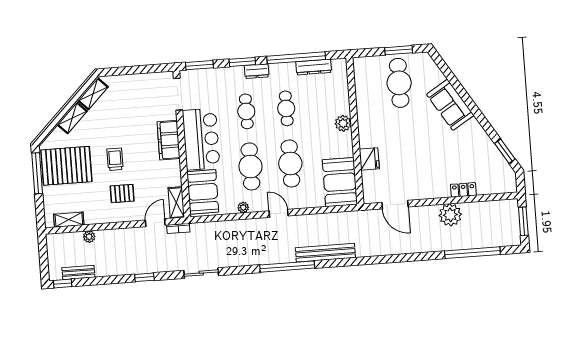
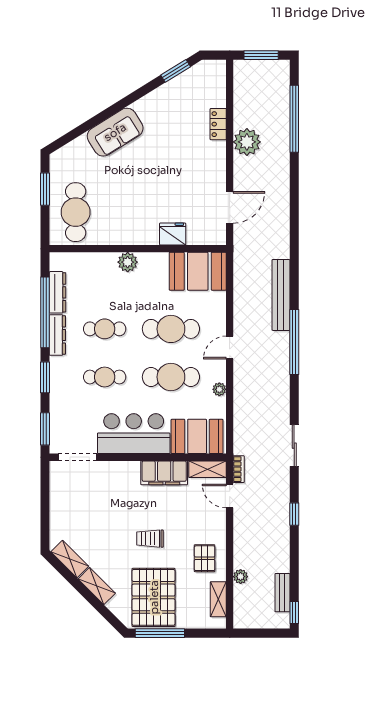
dresser: (257, 71) -> (57, 335), moved, width x1.44
cafe table: (399, 83) -> (76, 212), moved, turned 90
filing cabinet: (168, 140) -> (164, 473), moved
pallet: (122, 194) -> (205, 558), moved

